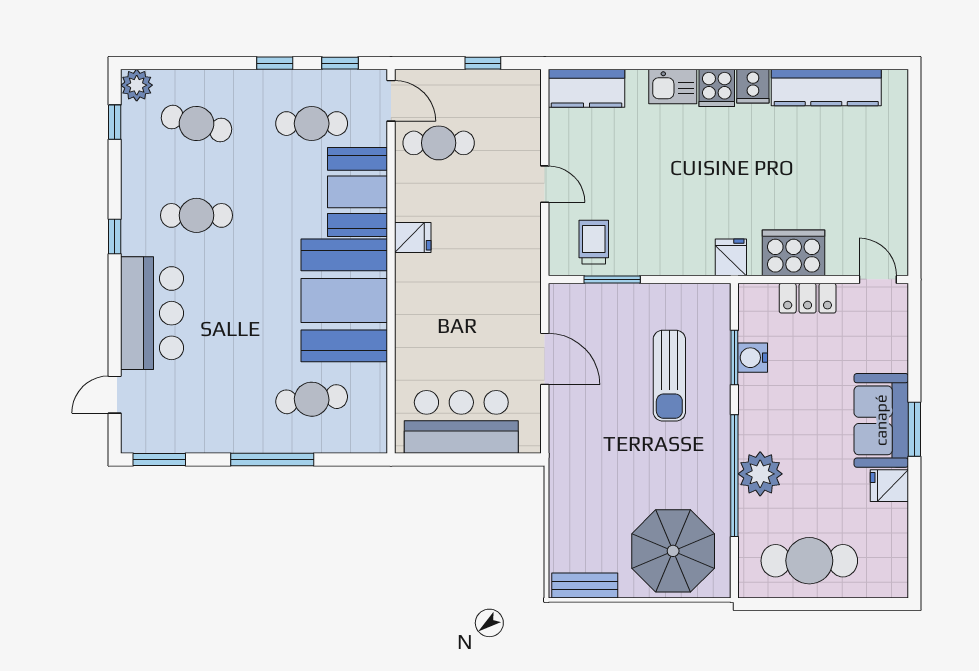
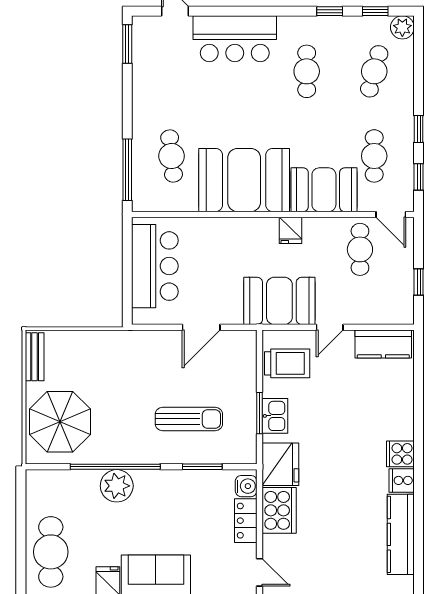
kitchen sink: (673, 87) -> (275, 416), moved, turned 180
kitchen counter: (586, 88) -> (383, 344), moved, turned -90
door: (391, 101) -> (391, 214), hinge flipped
window: (115, 237) -> (330, 11), moved
trolley: (594, 242) -> (287, 363), width x1.36, depth x1.39
booth: (509, 252) -> (279, 301), added
fridge: (731, 257) -> (280, 464), width x1.88, depth x1.34
window: (612, 279) -> (260, 413), moved
door: (878, 279) -> (260, 572), hinge flipped
water cooler: (753, 358) -> (246, 486), moved, turned 90
sun lounger: (669, 376) -> (189, 419), turned 180
window: (272, 460) -> (127, 170), moved
cafe table: (809, 561) -> (51, 552), moved

